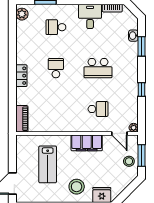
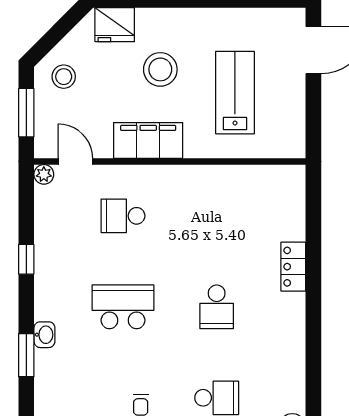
washbasin: (133, 36) -> (44, 335), moved
locker: (21, 76) -> (293, 267), moved
piano: (22, 119) -> (292, 194), removed
stool: (129, 161) -> (64, 77), moved
stool: (77, 187) -> (160, 69), moved

